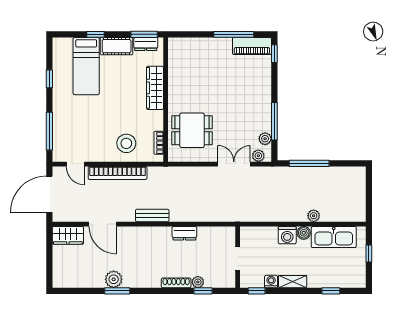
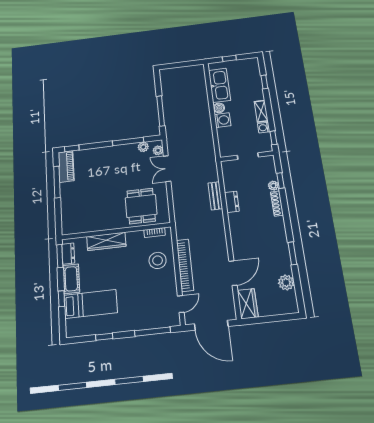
bench: (152, 215) -> (215, 196), moved
plant: (314, 216) -> (204, 102), removed
plant: (114, 279) -> (286, 282), moved

